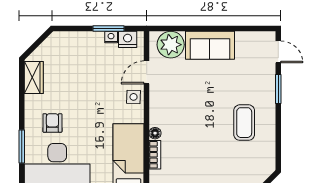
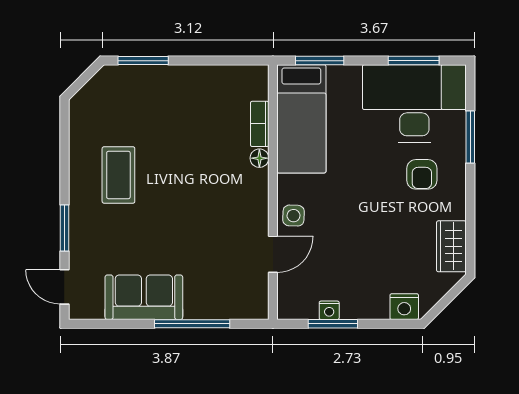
window: (198, 29) -> (192, 324), added
nightstand: (128, 39) -> (404, 307), moved
plant: (171, 45) -> (235, 298), removed
sofa: (210, 45) -> (144, 297), moved

